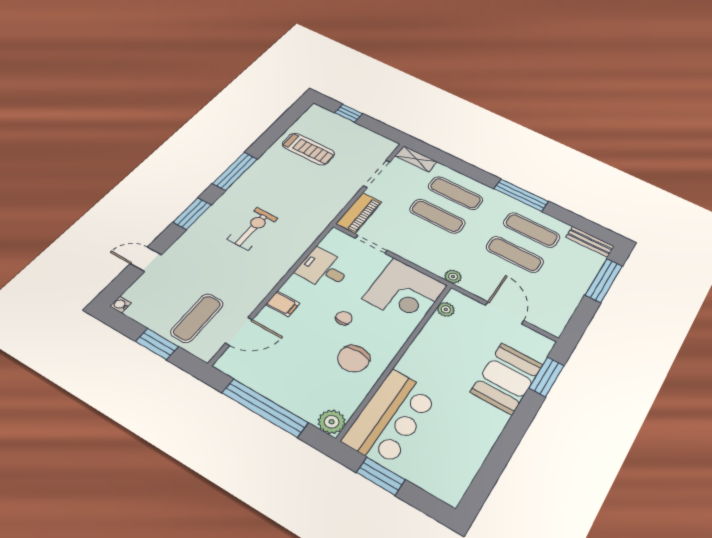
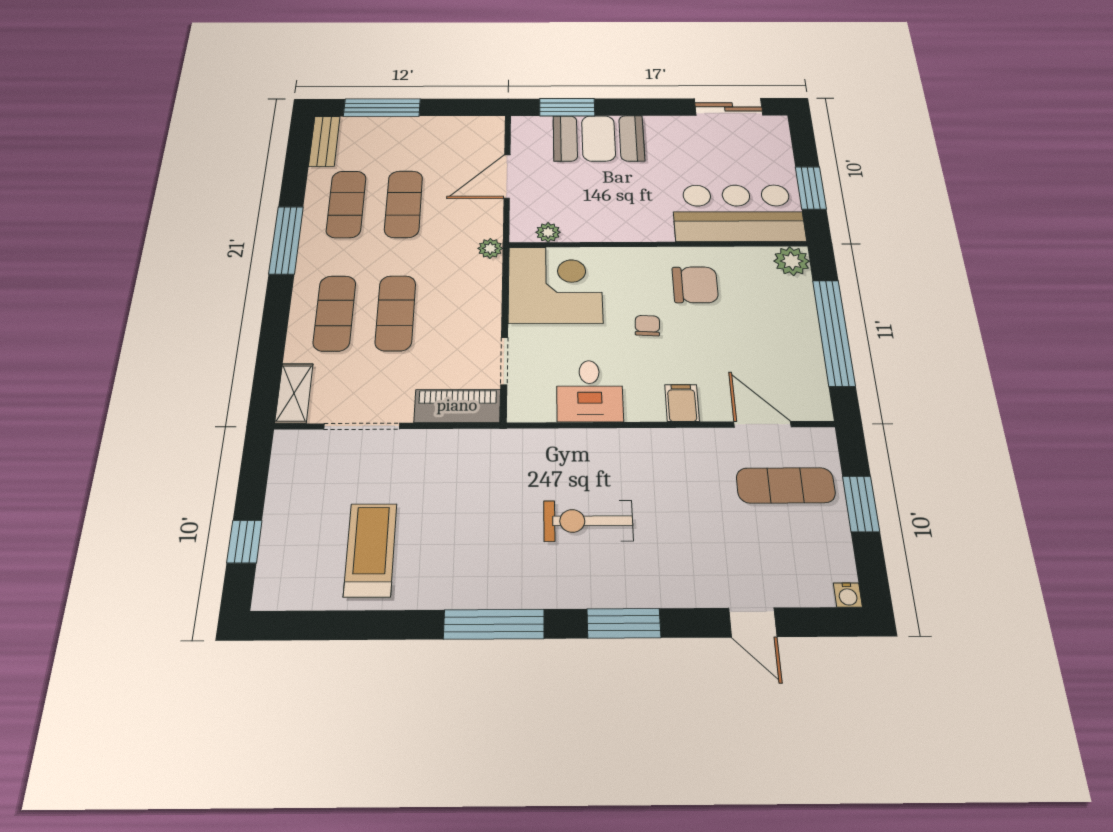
chair: (344, 318) -> (647, 326), turned 93
sliding door: (488, 475) -> (729, 107), added

